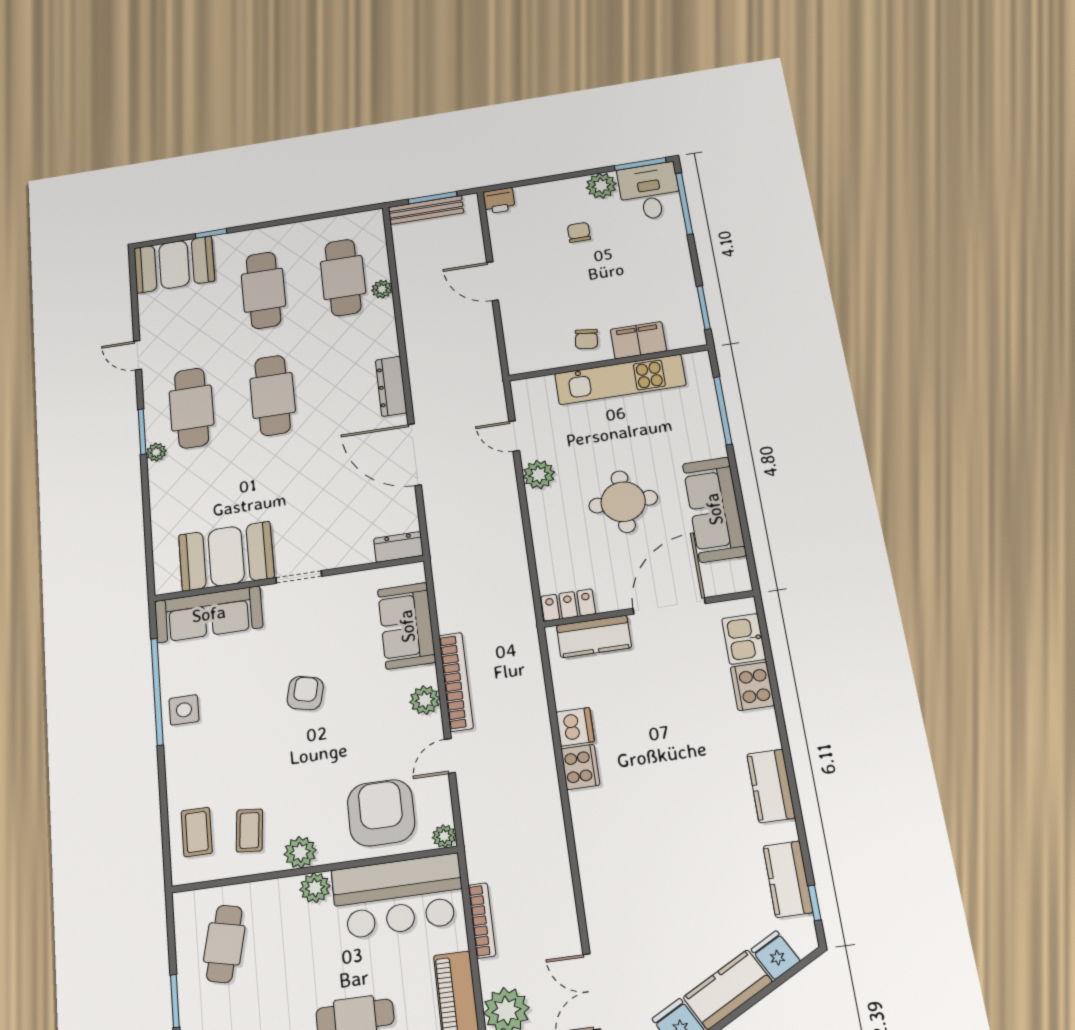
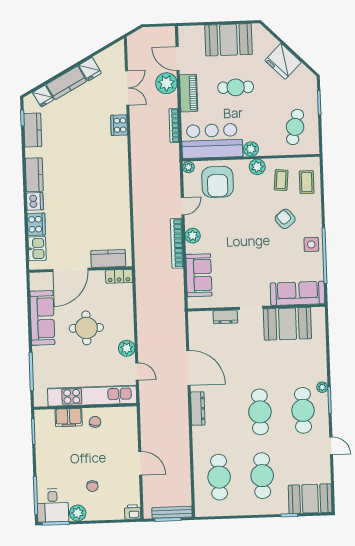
plant: (382, 289) -> (199, 467), removed
kitchen unit: (620, 379) -> (92, 396), width x1.36
dresser: (399, 547) -> (225, 317), moved
armchair: (305, 693) -> (285, 219), moved, turned 128
dishwasher: (575, 727) -> (35, 201), moved, turned 180
cooker: (580, 767) -> (119, 125), moved

